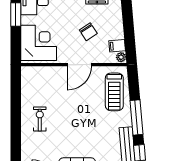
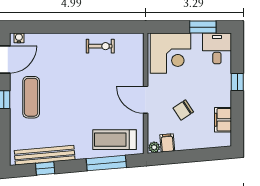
window: (136, 117) -> (106, 163), moved
exercise bike: (40, 119) -> (100, 46), moved

